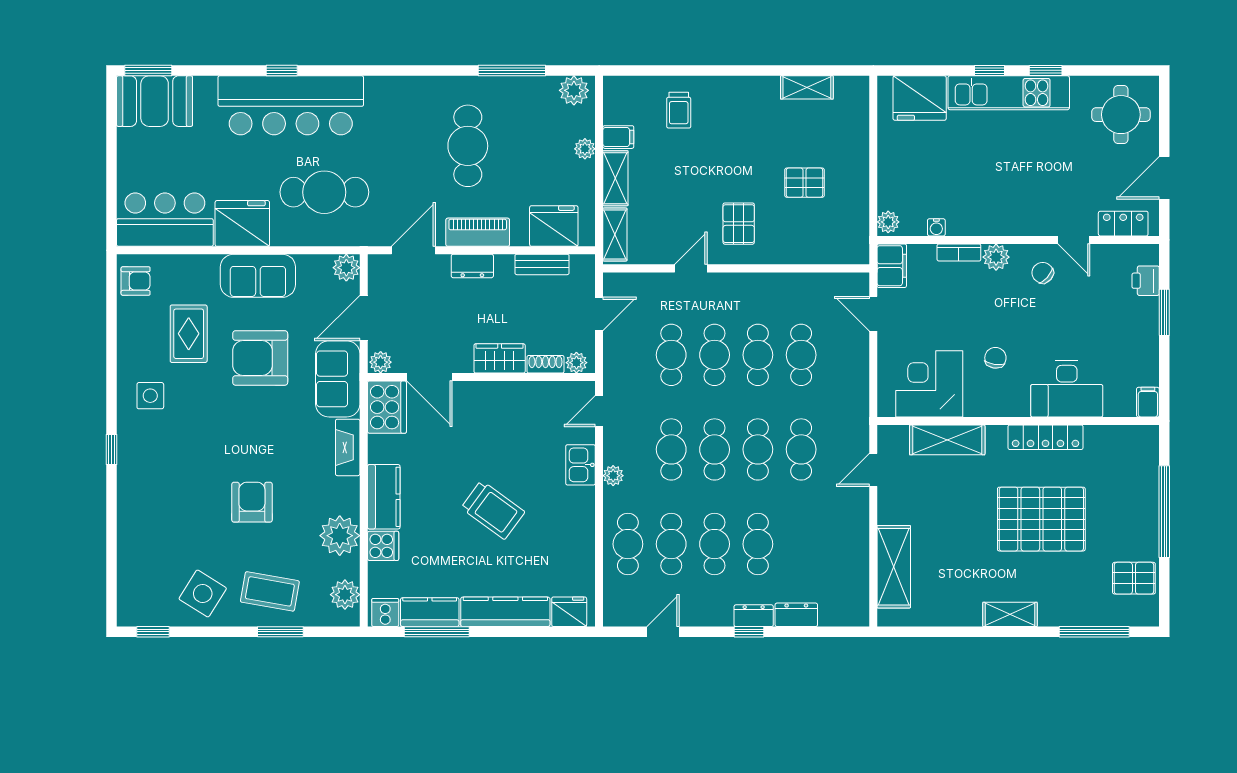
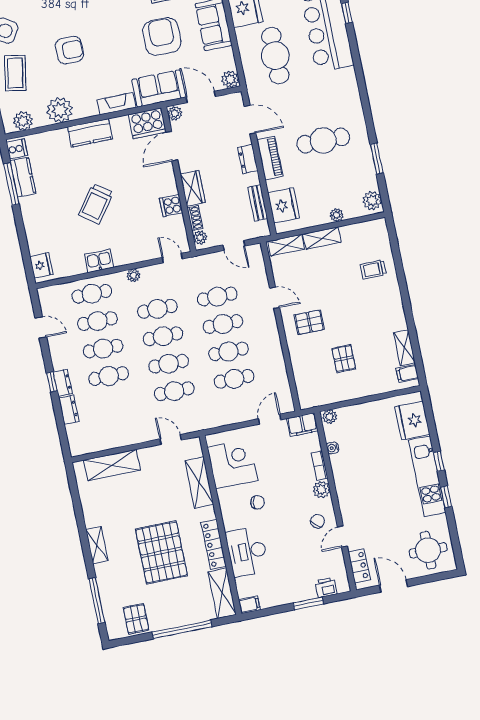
window: (512, 70) -> (377, 159), width x0.69
filing cabinet: (618, 137) -> (407, 373), moved, turned 90
shelving: (1122, 440) -> (222, 593), added
kitchen sink: (581, 465) -> (99, 261), moved
cooker: (383, 546) -> (171, 206), moved, turned 90
kitchen counter: (505, 612) -> (33, 225), removed

